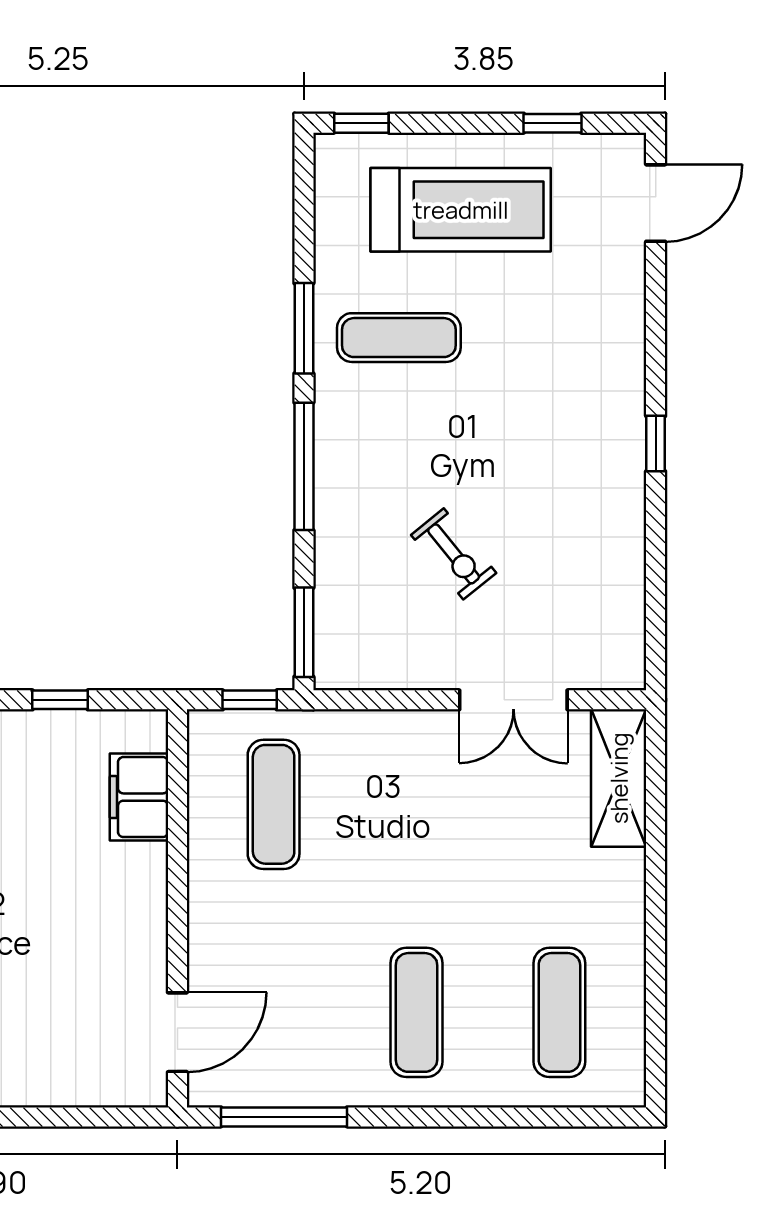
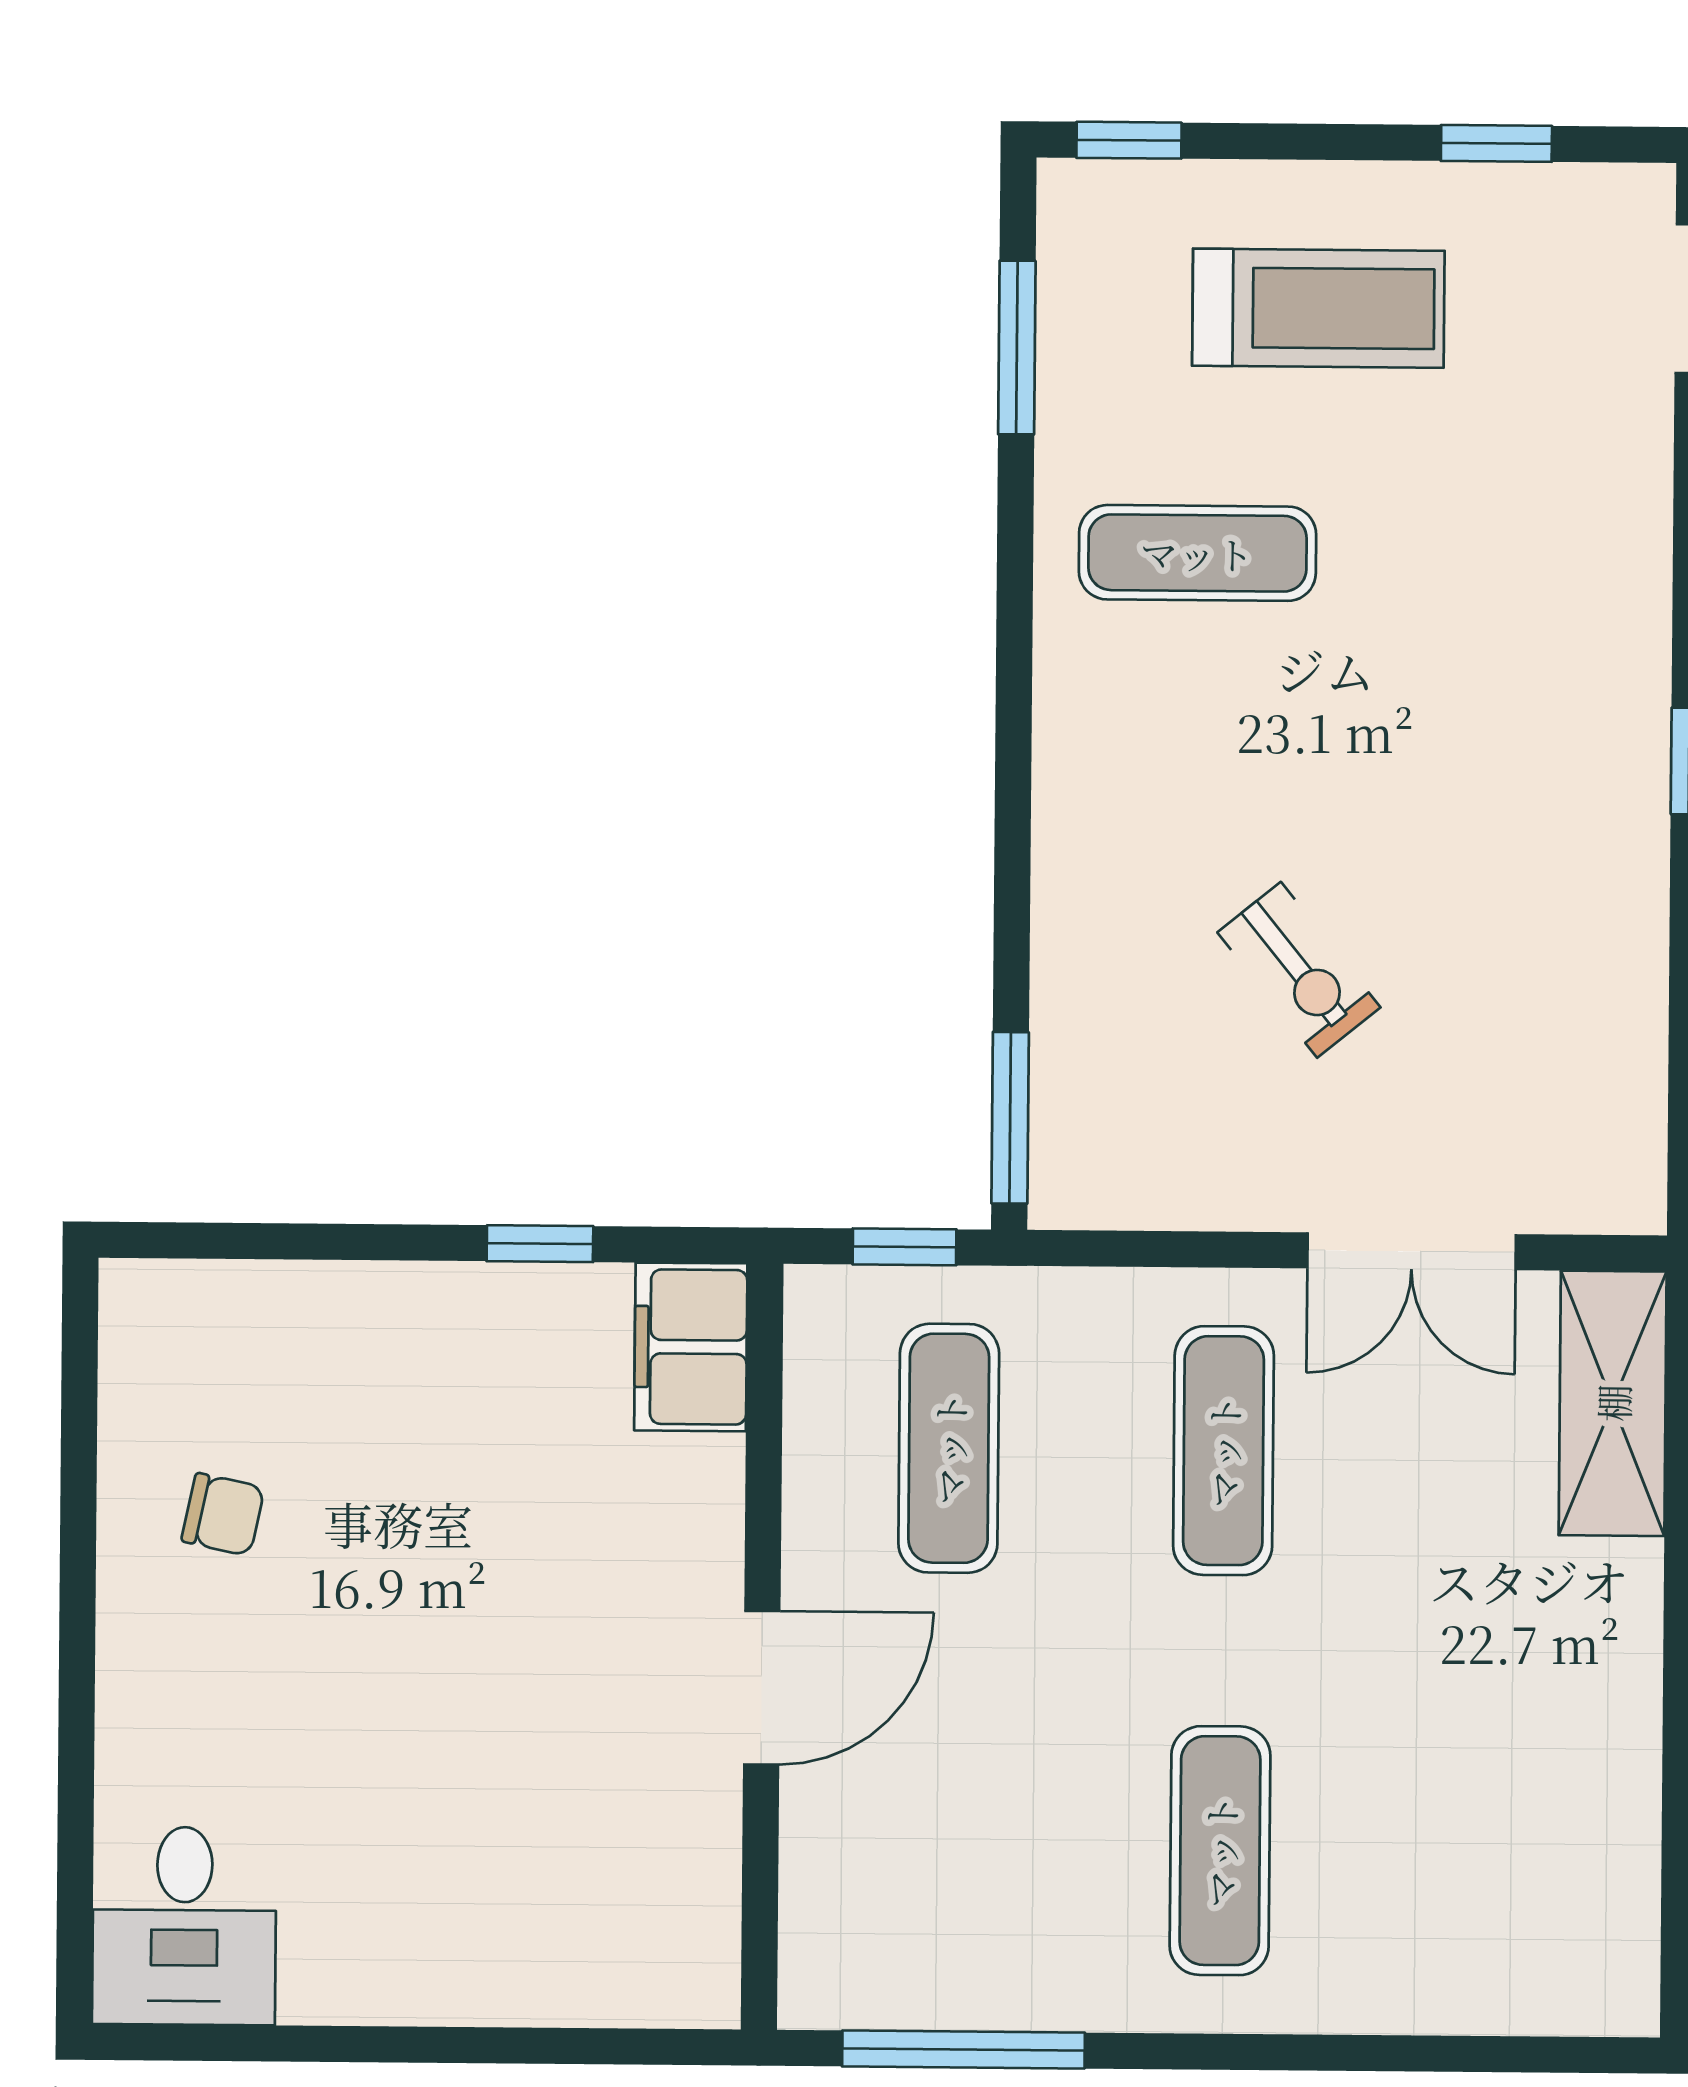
treadmill: (461, 210) -> (1318, 308), width x0.73, depth x0.73
window: (304, 328) -> (1017, 348), moved
window: (304, 466) -> (1013, 799), removed
filing cabinet: (139, 797) -> (691, 1347), moved
exercise mat: (559, 1012) -> (1223, 1451), moved
door: (177, 1032) -> (762, 1688), moved

